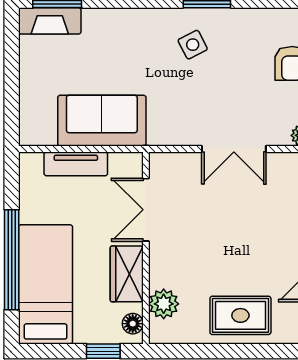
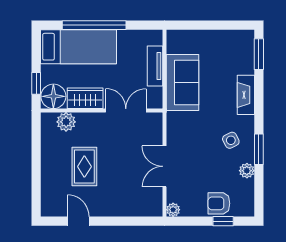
plant: (240, 20) -> (247, 171), added
fireplace: (50, 21) -> (246, 95), moved
rug: (240, 315) -> (84, 167), moved
floor lamp: (133, 324) -> (53, 96), width x1.89, depth x1.89

